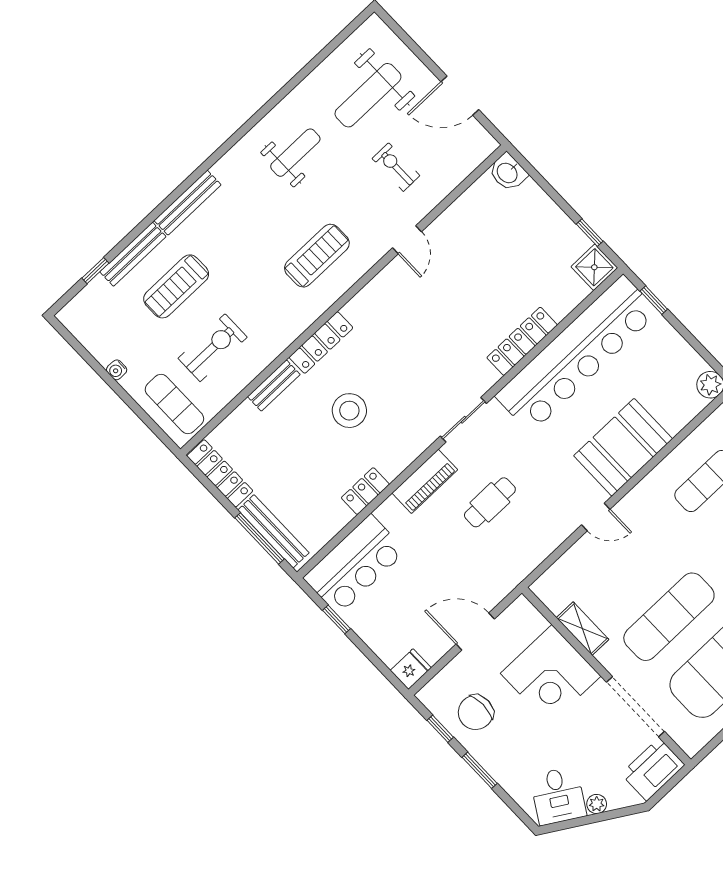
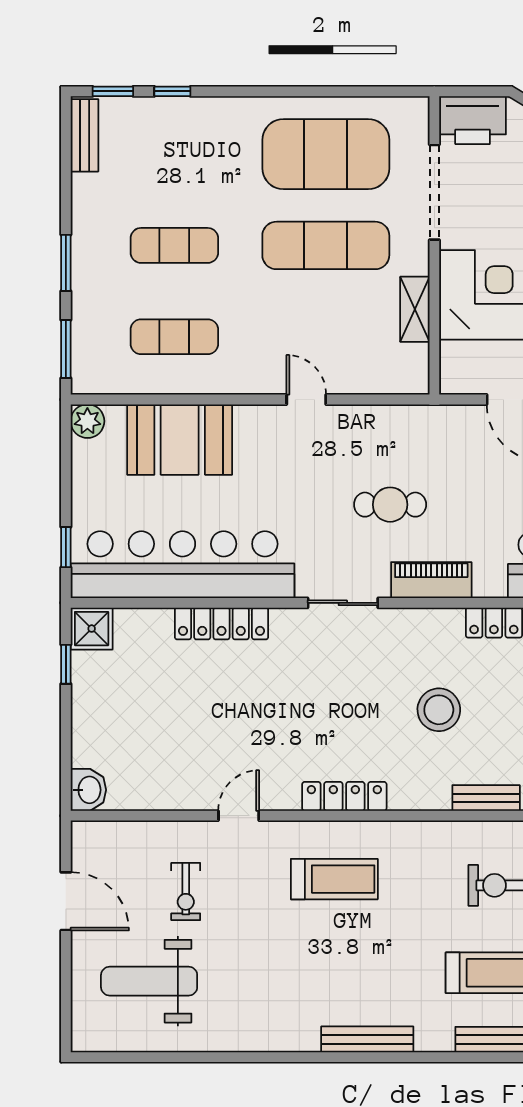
weight bench: (368, 95) -> (149, 981), turned 180
weight bench: (295, 153) -> (265, 992), removed
bench: (187, 203) -> (367, 1039), moved
treadmill: (317, 256) -> (334, 879), turned 180
locker: (321, 343) -> (344, 796), moved
booth: (623, 447) -> (180, 440), moved

